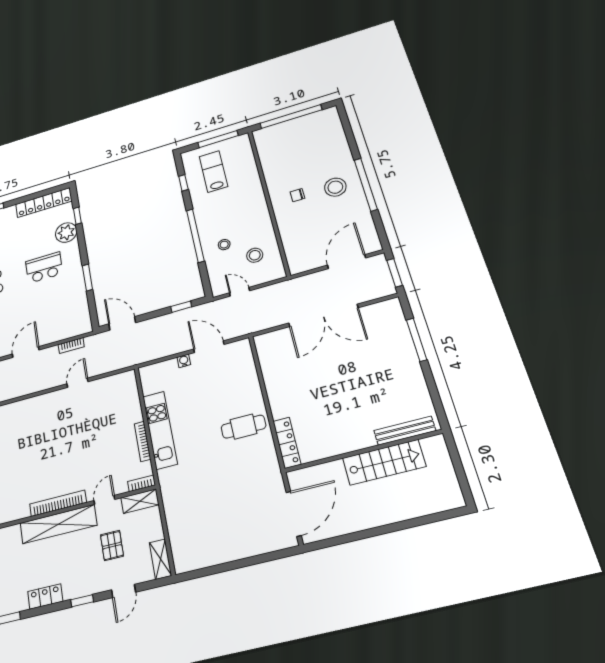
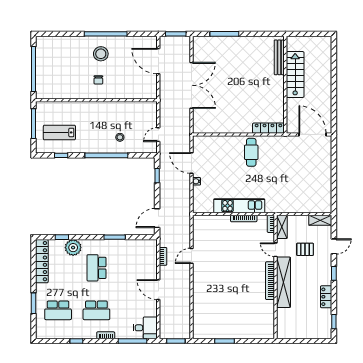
stool: (255, 255) -> (135, 119), removed
door: (209, 347) -> (191, 163), hinge flipped
door: (77, 383) -> (191, 256), hinge flipped
door: (124, 591) -> (334, 246), hinge flipped

